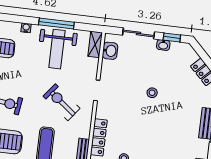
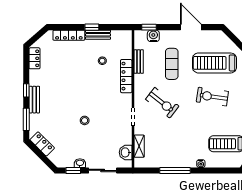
shelving: (95, 44) -> (139, 146), moved
weight bench: (57, 49) -> (172, 148), removed

